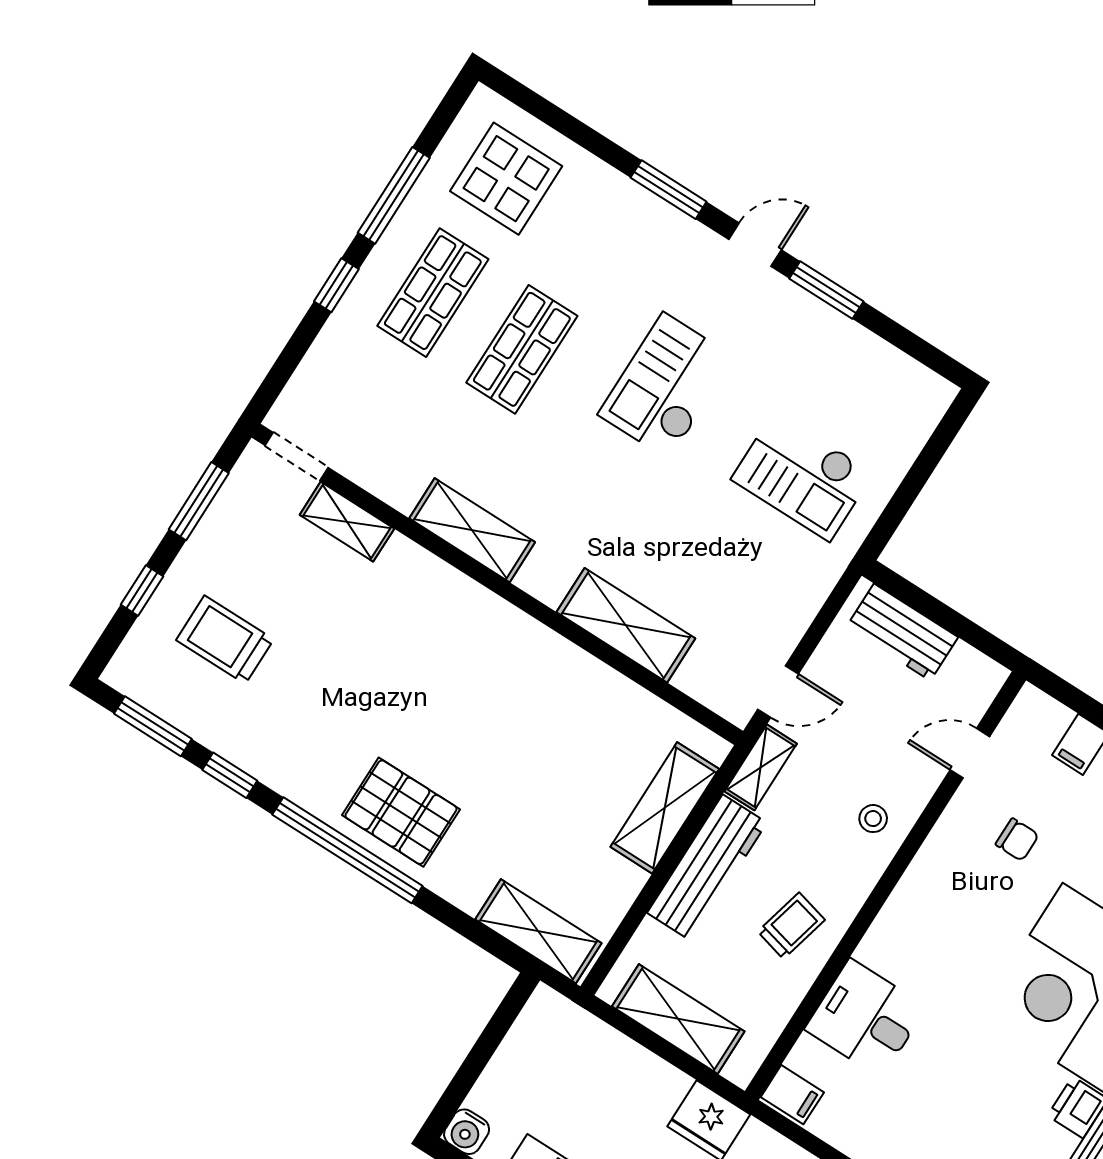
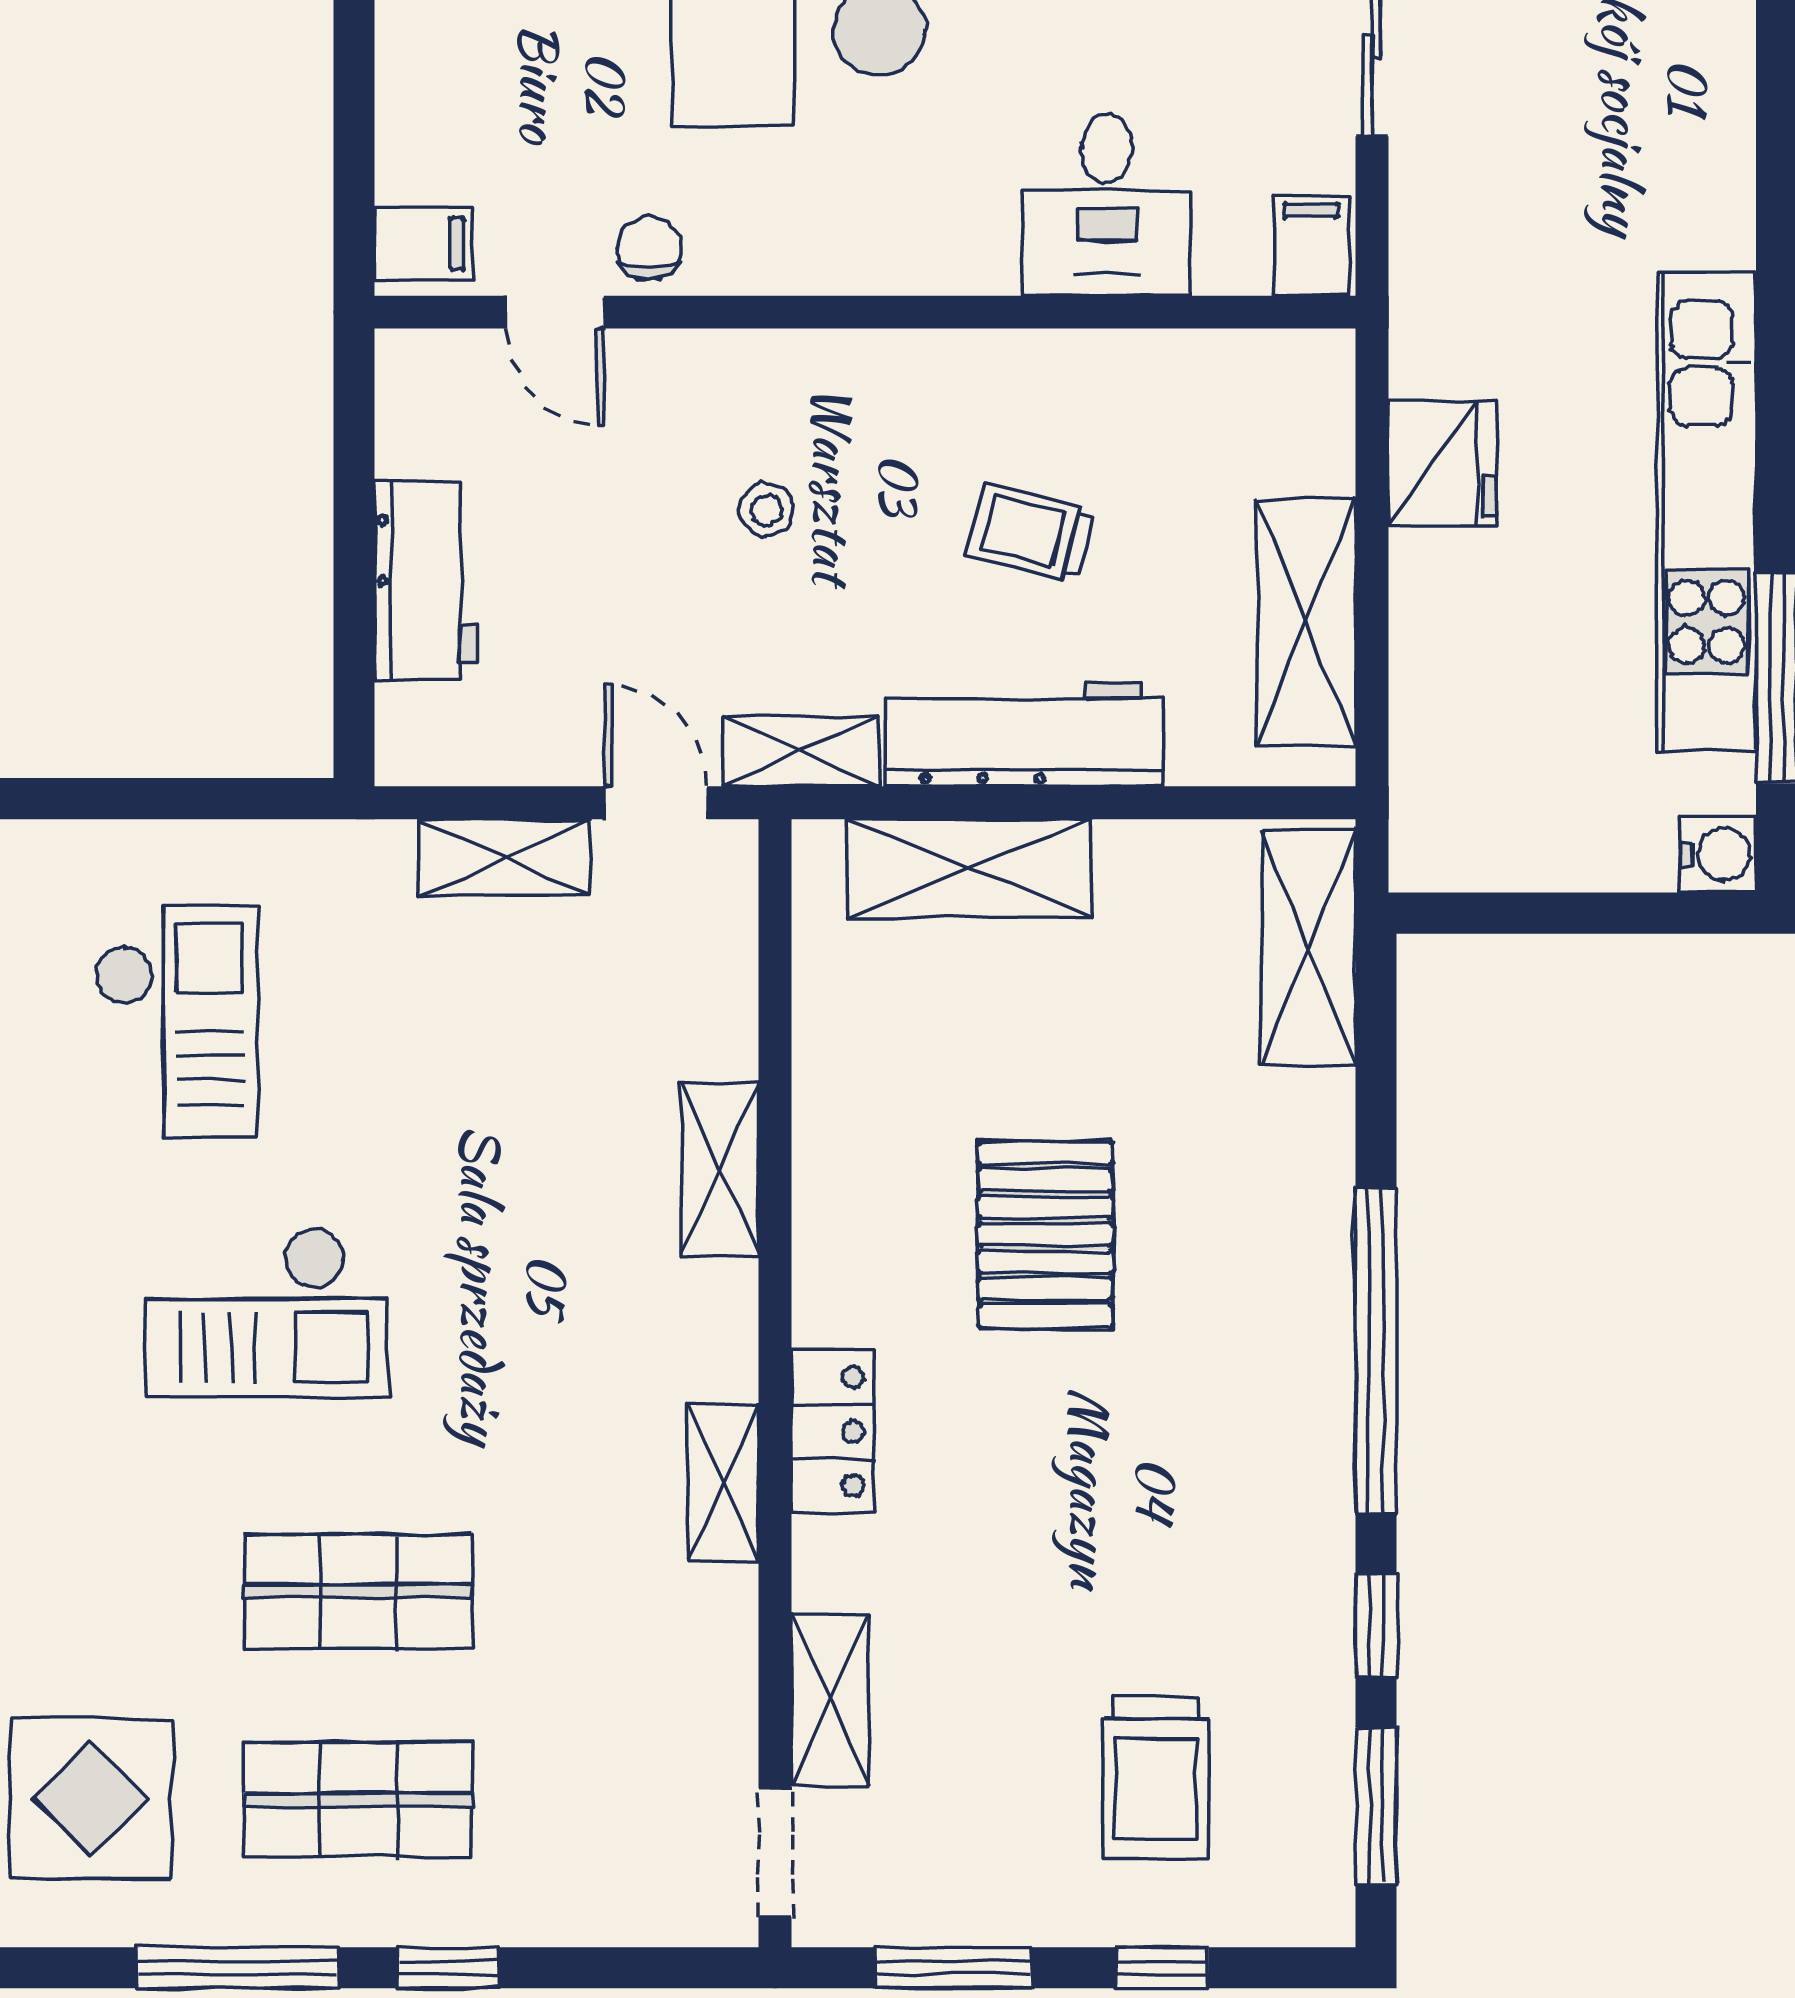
checkout: (802, 476) -> (176, 1022), moved
shelving: (472, 530) -> (723, 1482), width x0.67, depth x0.75
locker: (461, 596) -> (833, 1431), added
shelving: (796, 612) -> (505, 857), added
shelving: (626, 625) -> (720, 1169), width x0.67, depth x0.75
workbench: (902, 632) -> (426, 580), moved
door: (970, 753) -> (555, 312), moved
pallet: (401, 812) -> (1045, 1234), moved
wall: (885, 886) -> (865, 312), moved
desk: (866, 1018) -> (1106, 205), moved
filing cabinet: (792, 1095) -> (1311, 246), moved

